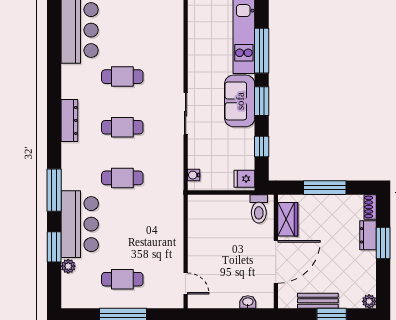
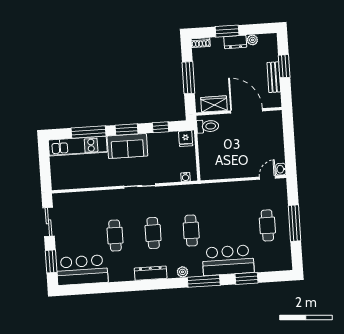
dresser: (368, 235) -> (235, 42), moved
plant: (68, 266) -> (182, 272), moved
plant: (369, 301) -> (252, 40), moved
washbasin: (248, 302) -> (281, 169), moved

